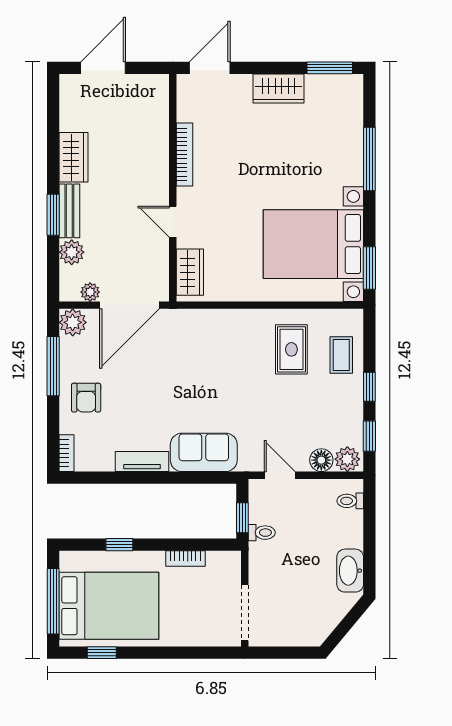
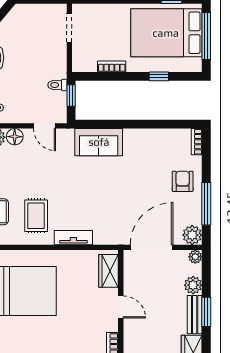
plant: (90, 292) -> (195, 257), moved
tv unit: (142, 461) -> (73, 238), moved, turned 180
doorway: (245, 613) -> (69, 28), width x0.73

